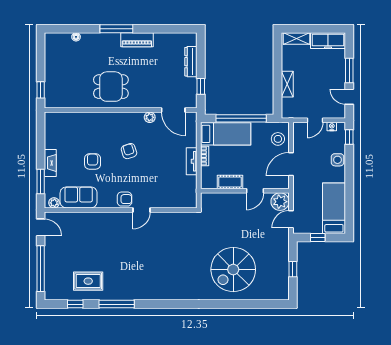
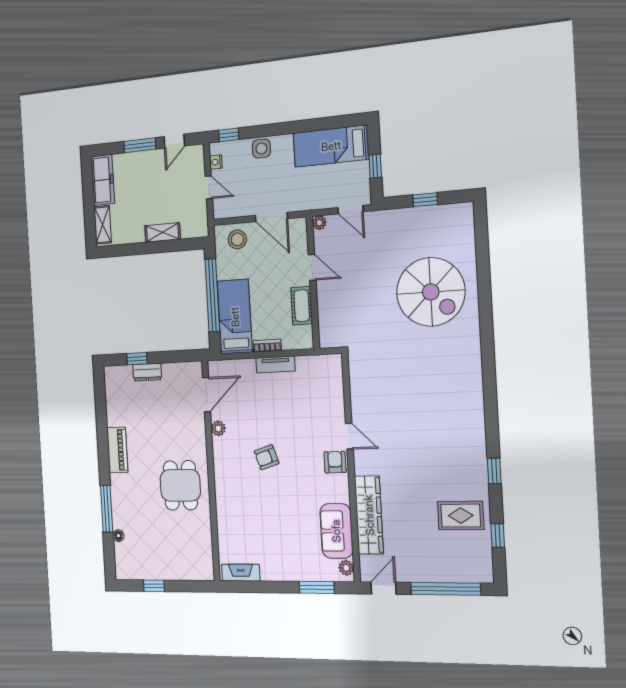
window: (116, 29) -> (107, 509), moved
dresser: (191, 62) -> (147, 372), width x0.70
window: (201, 86) -> (137, 359), moved
window: (41, 90) -> (154, 586), moved
armchair: (93, 161) -> (284, 511), removed
fireplace: (50, 163) -> (241, 573), moved
plant: (280, 202) -> (319, 223), width x0.53, depth x0.53
wardrobe: (89, 220) -> (369, 515), added
rug: (88, 281) -> (461, 516), turned 90
window: (117, 304) -> (494, 471), width x0.46

